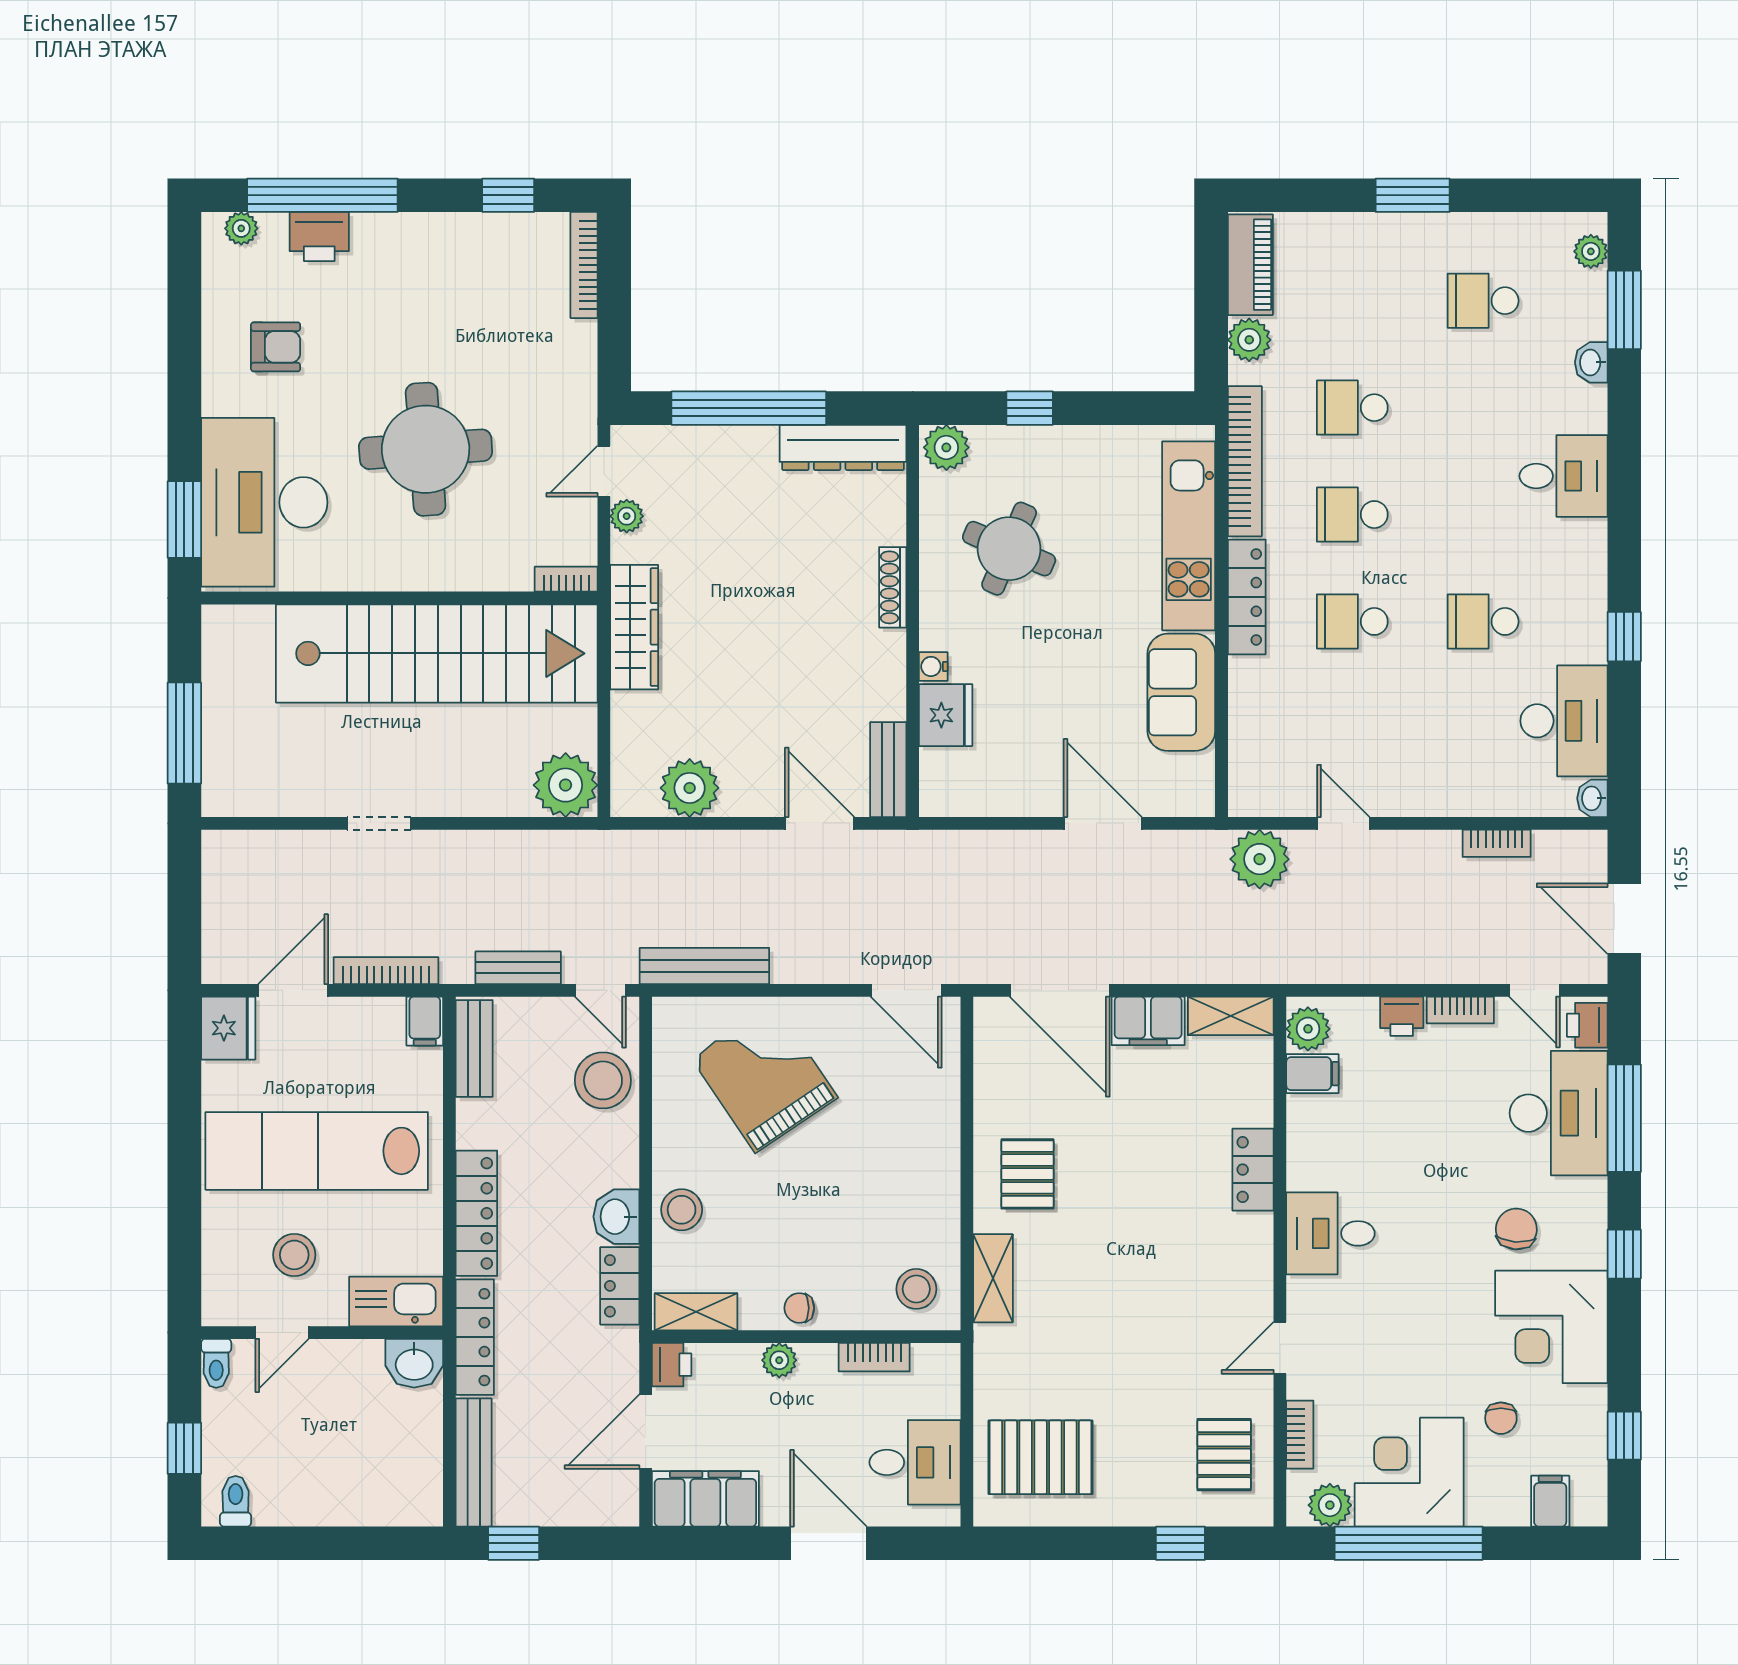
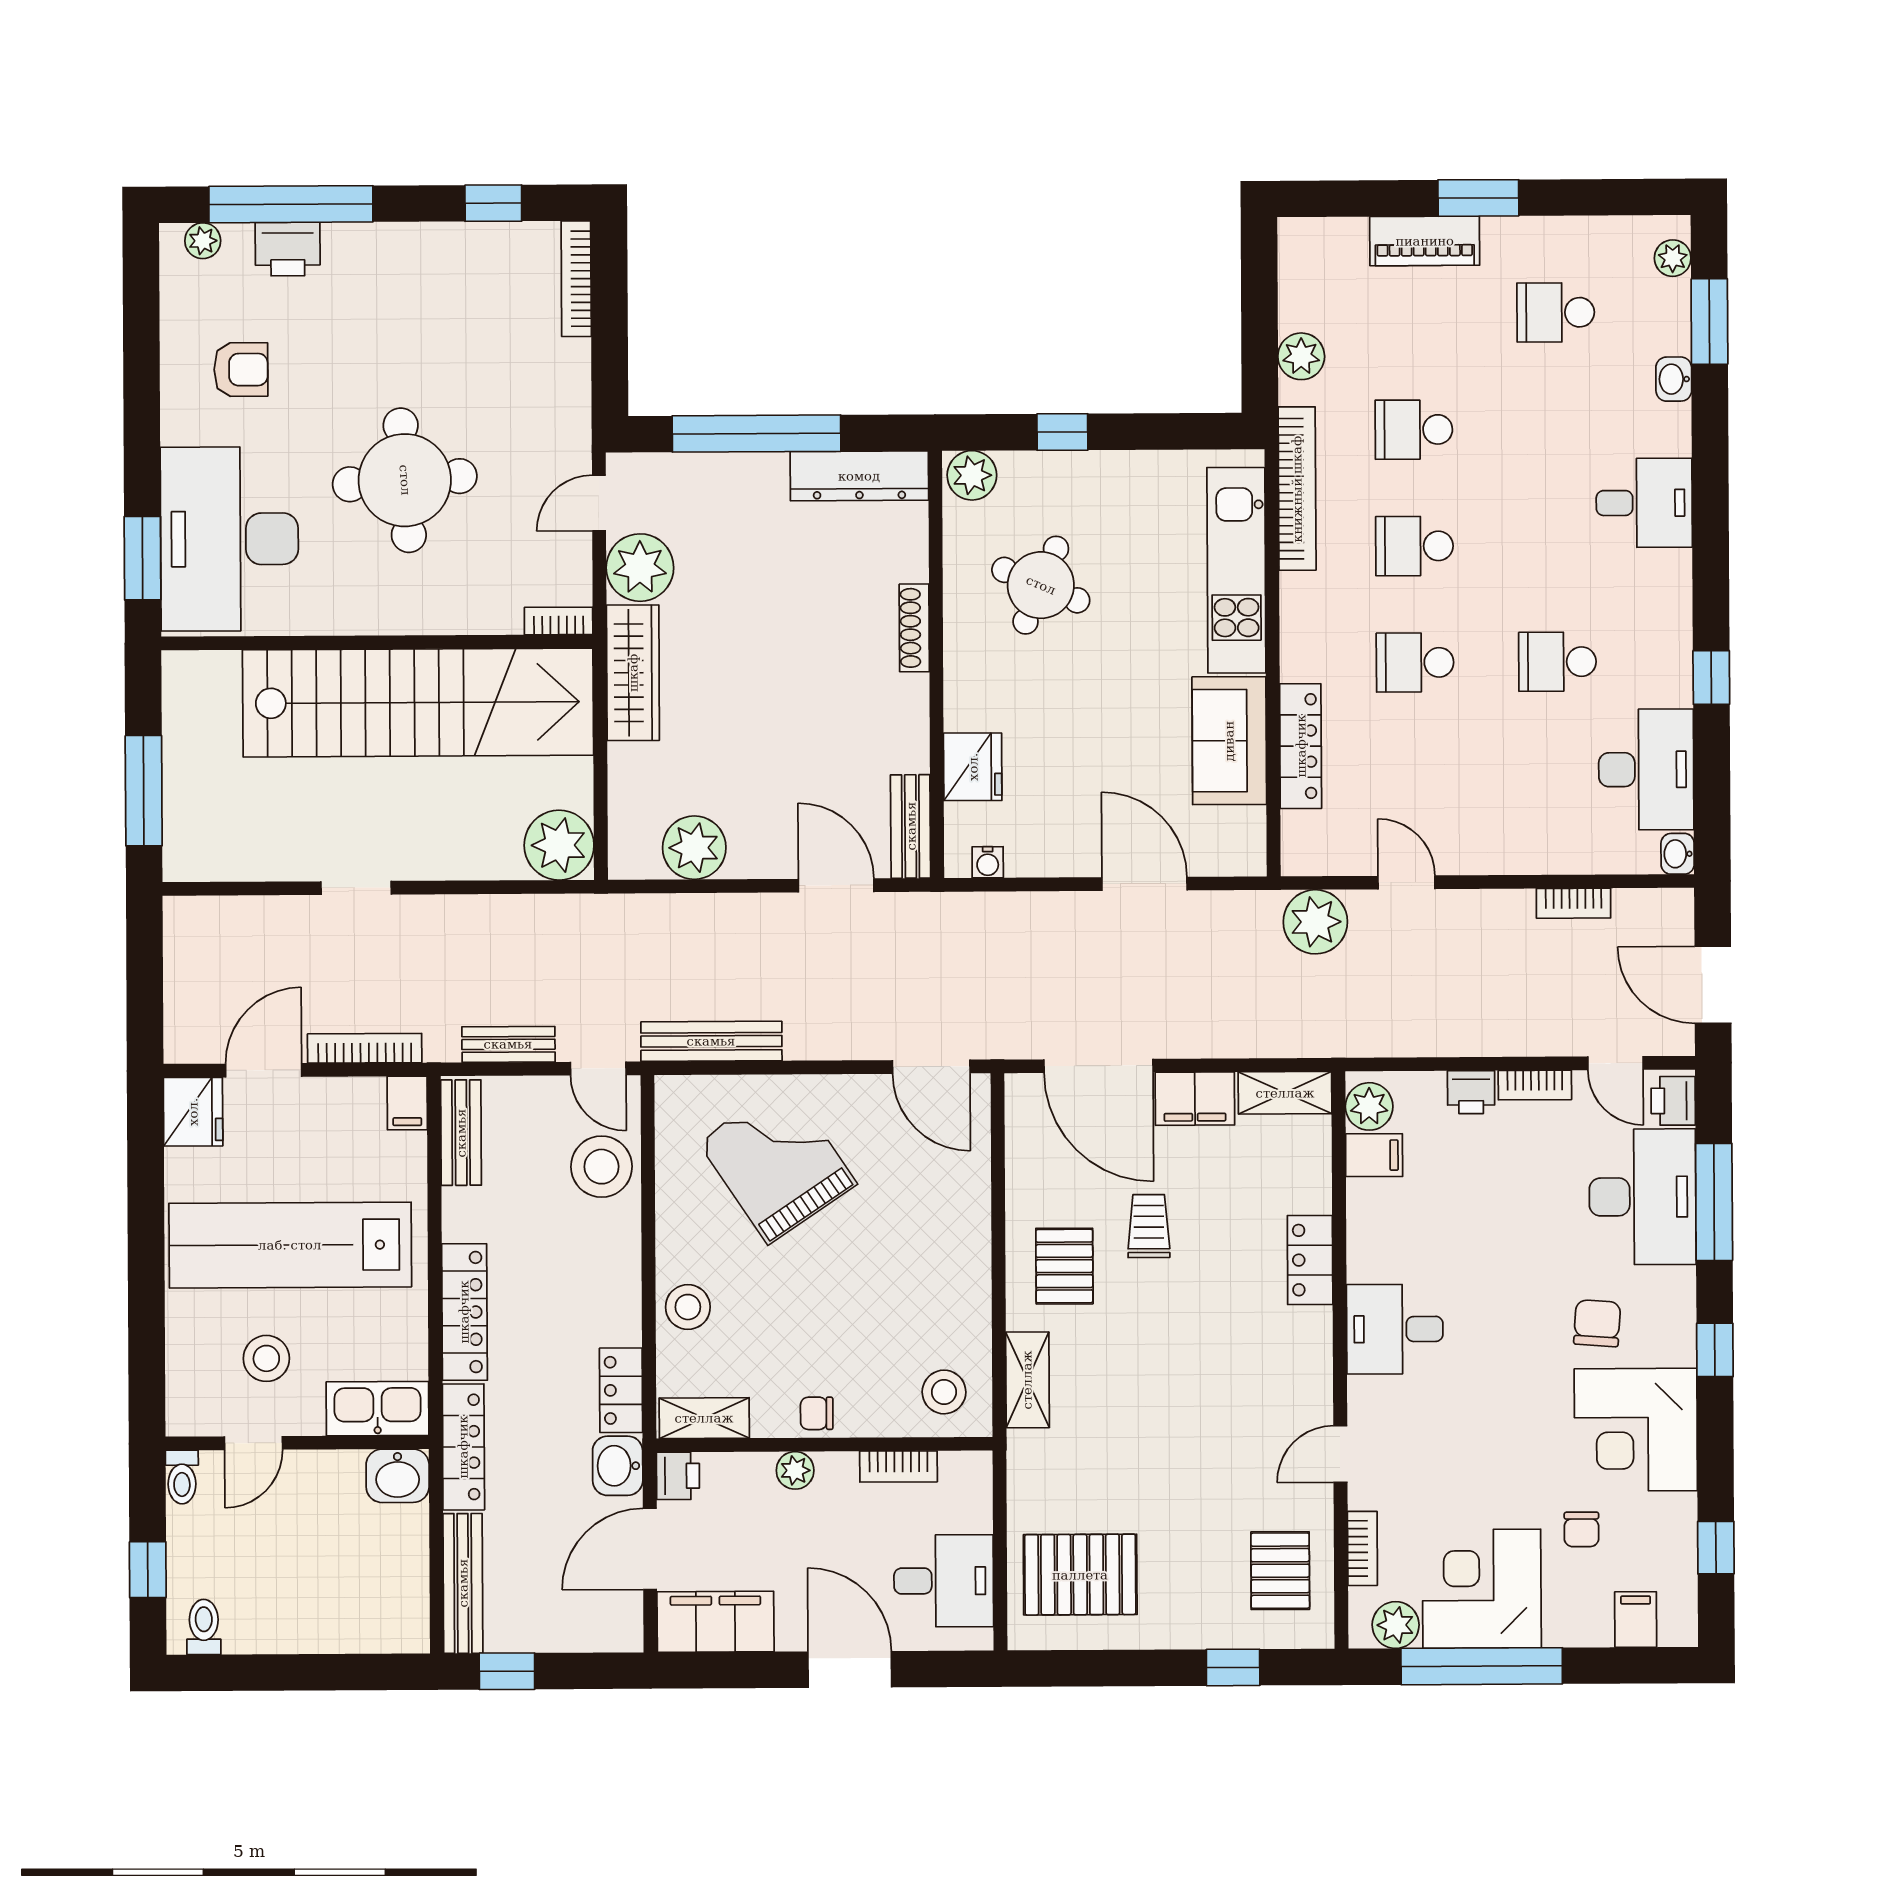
piano: (1250, 265) -> (1425, 241), moved, turned 90
plant: (627, 516) -> (640, 568), width x1.88, depth x1.88
locker: (1247, 597) -> (1301, 746), moved
water cooler: (933, 666) -> (988, 862), moved, turned -90
trolley: (1105, 1138) -> (1149, 1226), added
washbasin: (616, 1217) -> (618, 1466), moved

